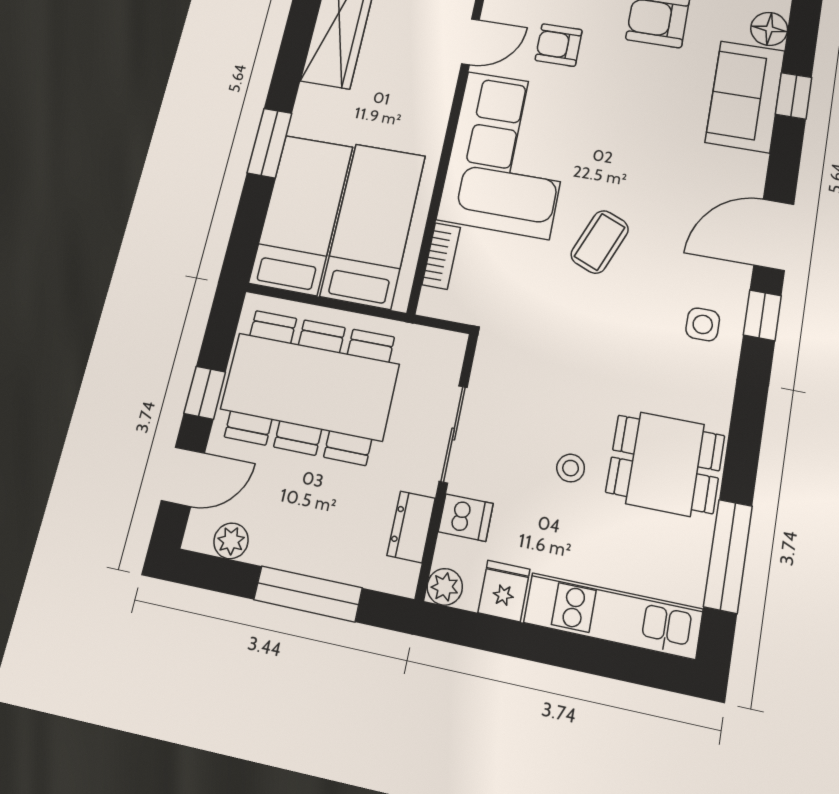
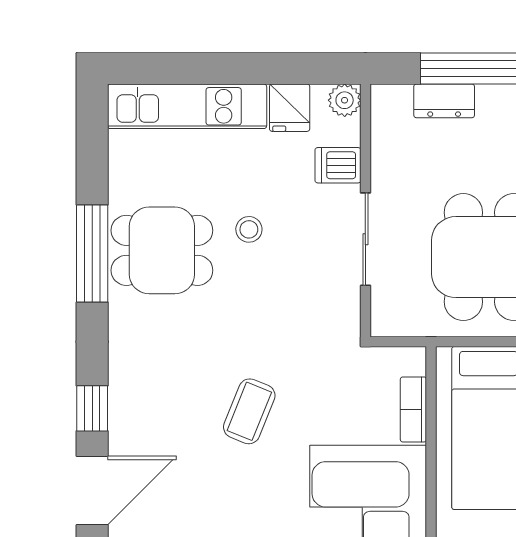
coffee table: (600, 242) -> (249, 411), moved
side table: (703, 324) -> (147, 389), removed
dresser: (411, 527) -> (444, 101), moved, turned 90
window: (728, 556) -> (92, 254), moved

